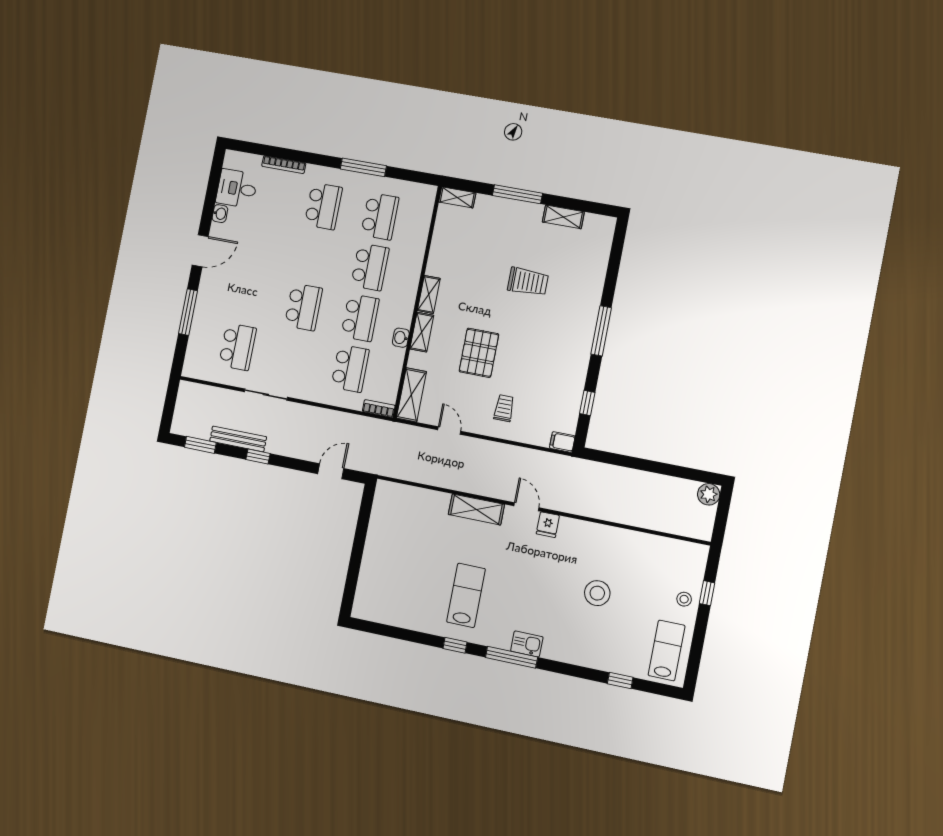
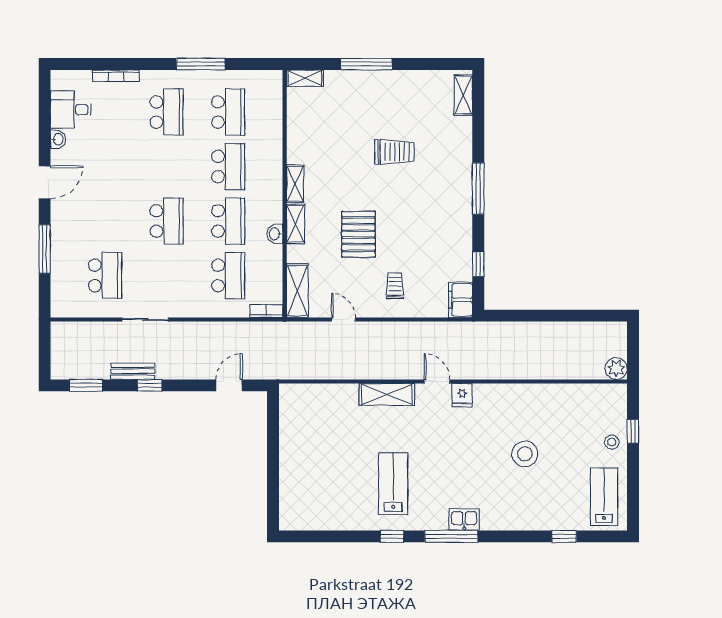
shelving: (563, 217) -> (463, 95), moved, turned 90
bench: (238, 439) -> (133, 371), width x0.73
filing cabinet: (562, 442) -> (461, 300), width x2.00
plant: (709, 494) -> (616, 368), moved

